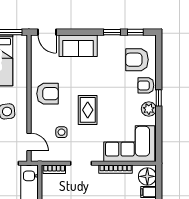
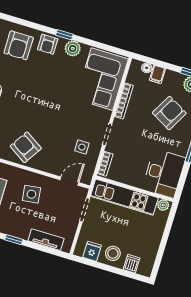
armchair: (48, 94) -> (26, 147), turned -57
rug: (88, 110) -> (55, 111), removed
side table: (61, 132) -> (82, 147), moved
floor lamp: (147, 176) -> (147, 68), width x0.53, depth x0.53

